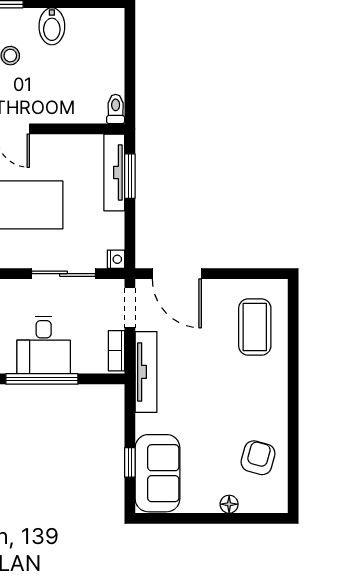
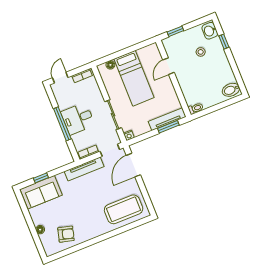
bidet: (52, 26) -> (231, 90), moved
coffee table: (255, 327) -> (124, 209), width x1.36, depth x1.32

